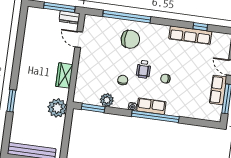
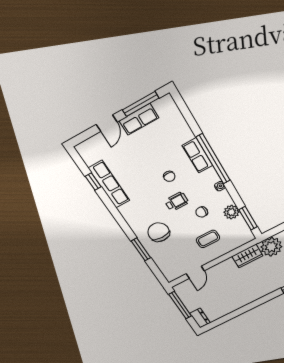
dresser: (69, 17) -> (200, 318), moved
window: (127, 17) -> (141, 249), width x0.47
coffee table: (99, 69) -> (208, 239), added
wardrobe: (64, 75) -> (247, 256), moved
row of seats: (151, 106) -> (198, 155), moved

